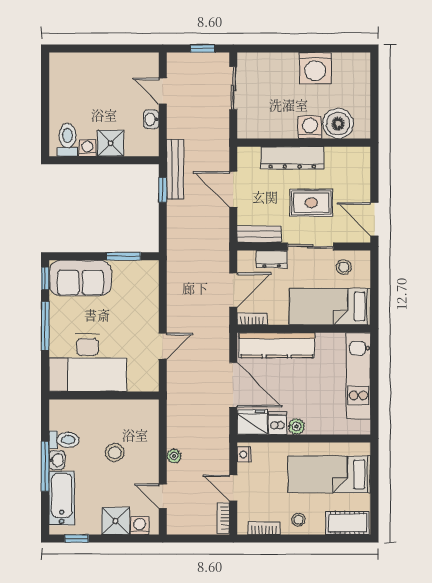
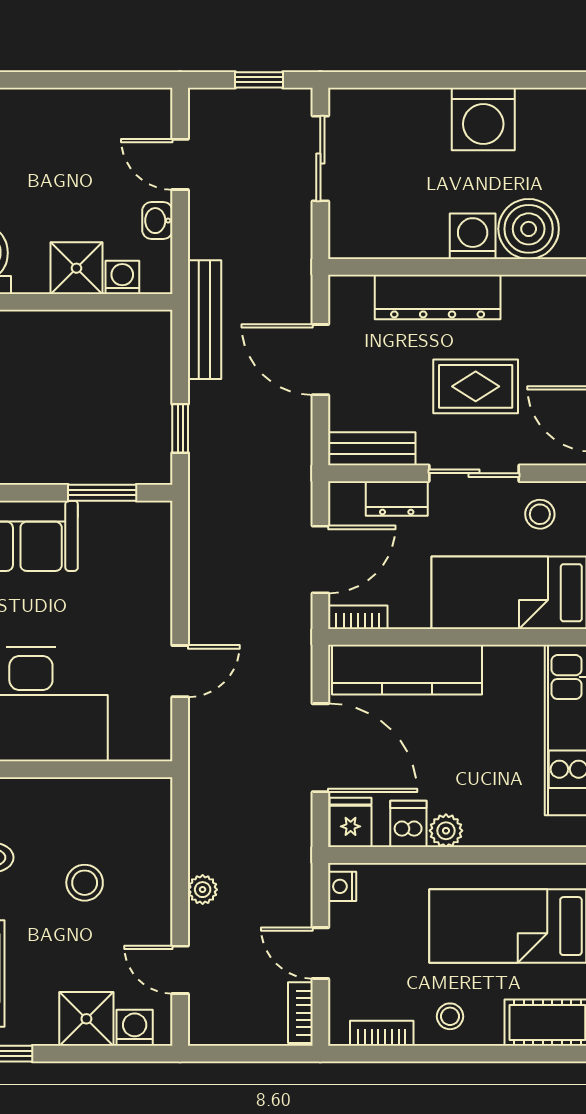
washing machine: (87, 148) -> (122, 277), moved
window: (163, 190) -> (180, 428), moved
fridge: (252, 422) -> (351, 822), width x0.72

